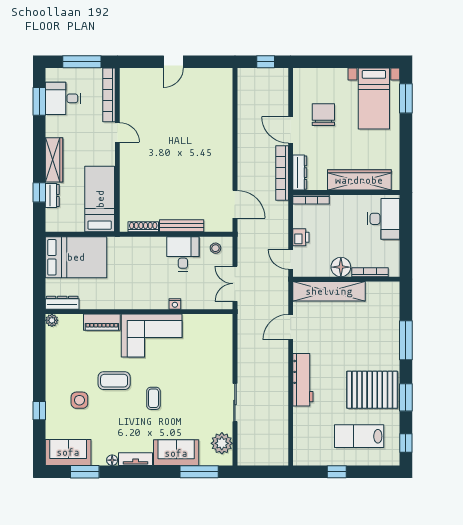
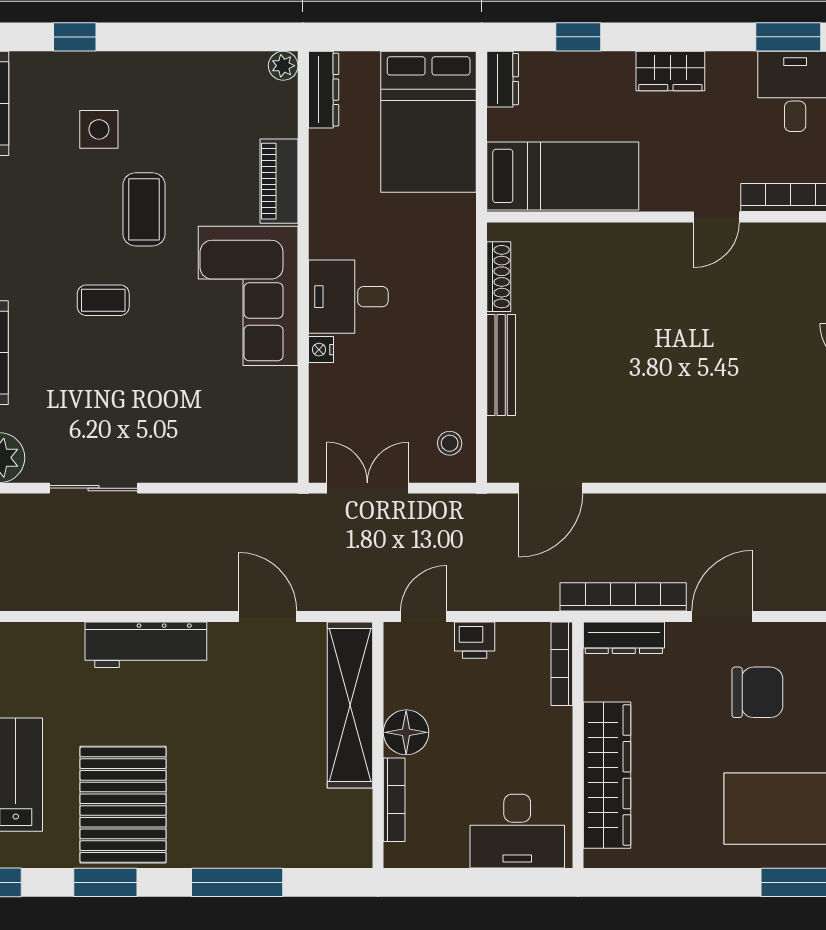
wardrobe: (54, 160) -> (670, 71), width x0.67
dresser: (52, 196) -> (503, 79), moved, turned -90
desk: (183, 254) -> (348, 297), moved, turned 180

